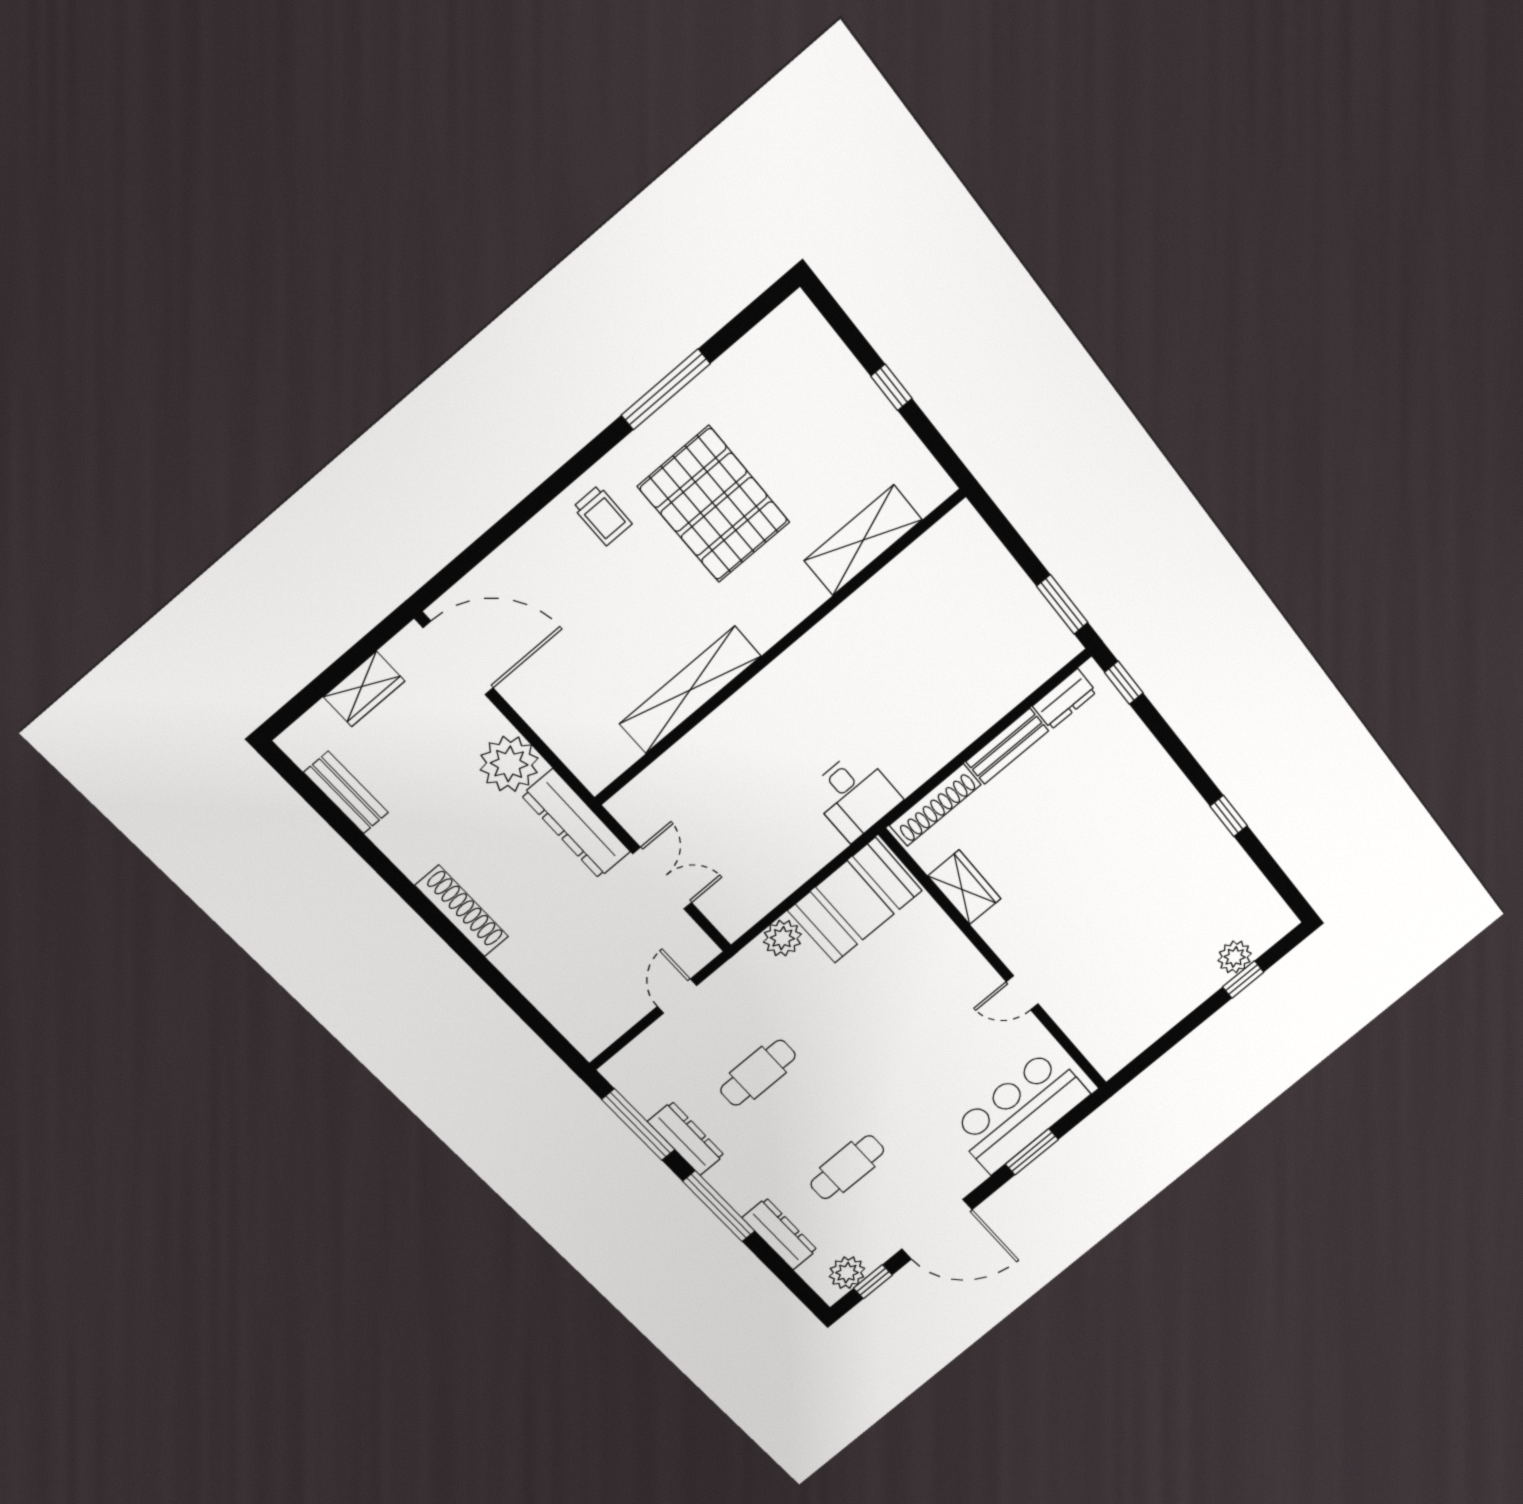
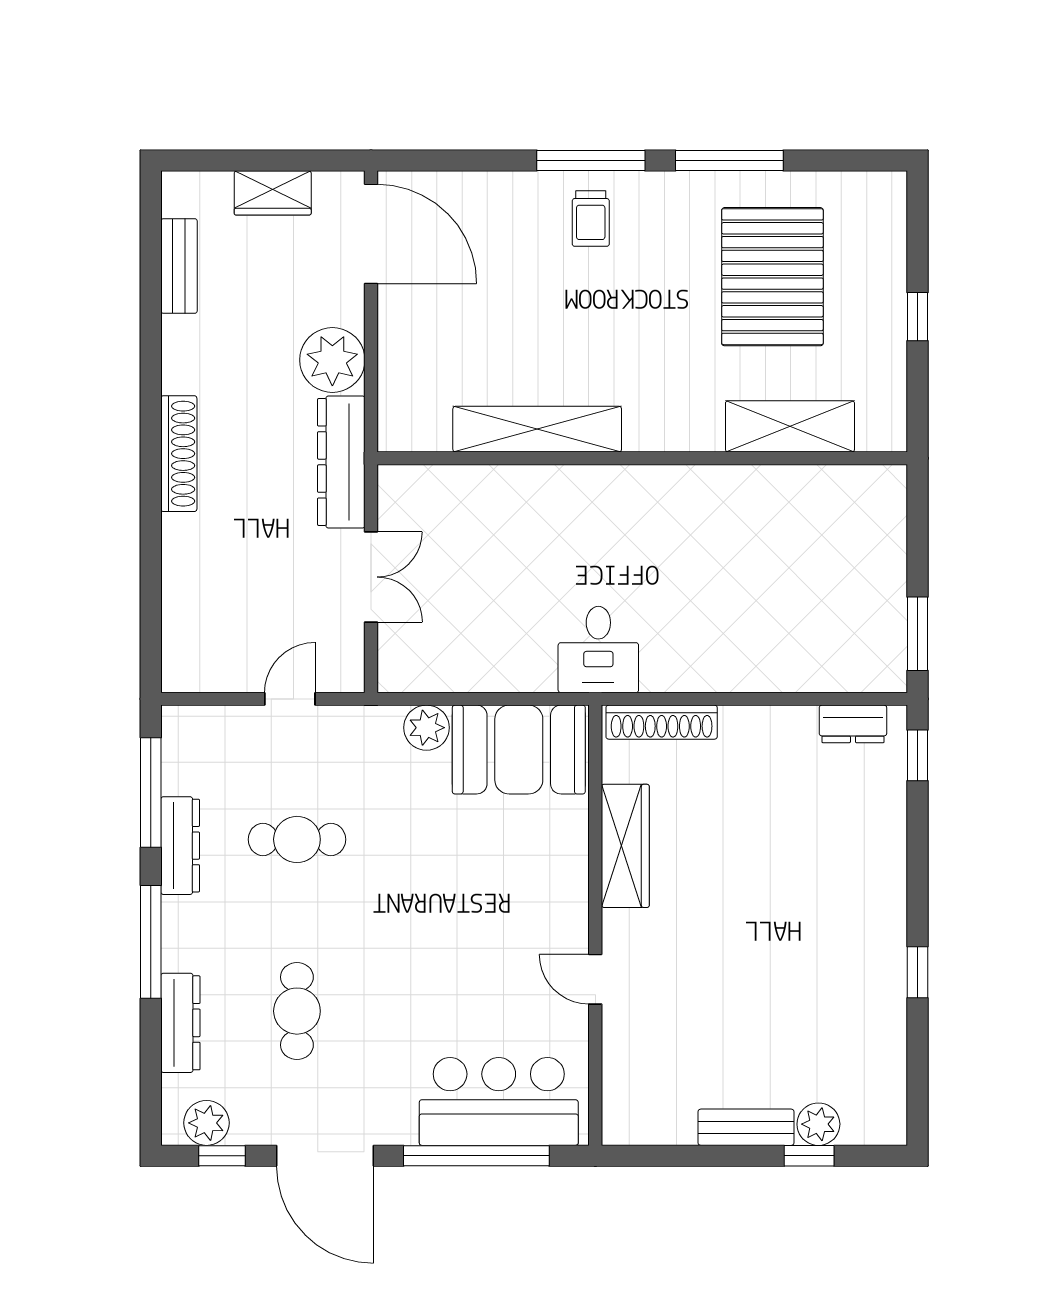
window: (567, 474) -> (591, 160), added
pallet: (714, 504) -> (772, 277), moved
bench: (1007, 746) -> (746, 1127), moved
wardrobe: (964, 887) -> (625, 846), width x1.50
window: (1032, 1152) -> (476, 1156), width x2.11
cafe table: (847, 1167) -> (297, 1011), turned 90

